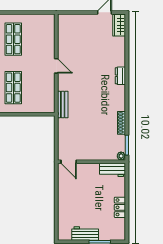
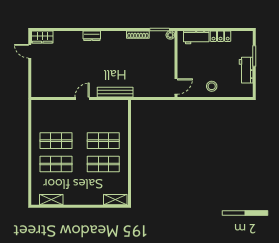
bench: (63, 104) -> (115, 92), width x1.36
workbench: (113, 170) -> (196, 37), moved, turned 90
stool: (69, 198) -> (212, 86), added

